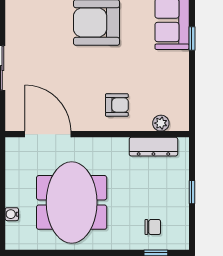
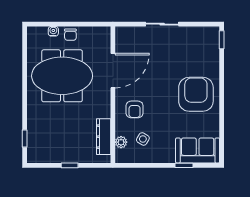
side table: (157, 94) -> (143, 139), added
door: (48, 134) -> (113, 71), moved
chair: (153, 227) -> (70, 35), moved

